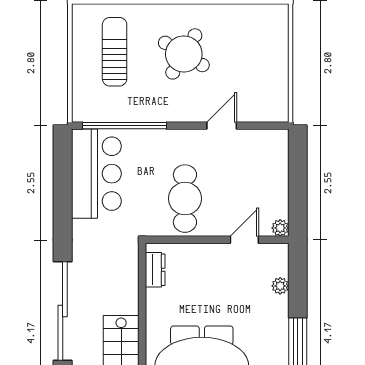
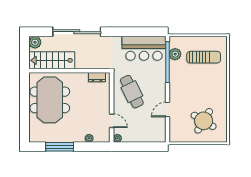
round table: (184, 54) -> (204, 121), moved
plant: (108, 110) -> (175, 54), added
door: (222, 126) -> (168, 110), swing flipped
cafe table: (185, 199) -> (132, 92), turned 64

